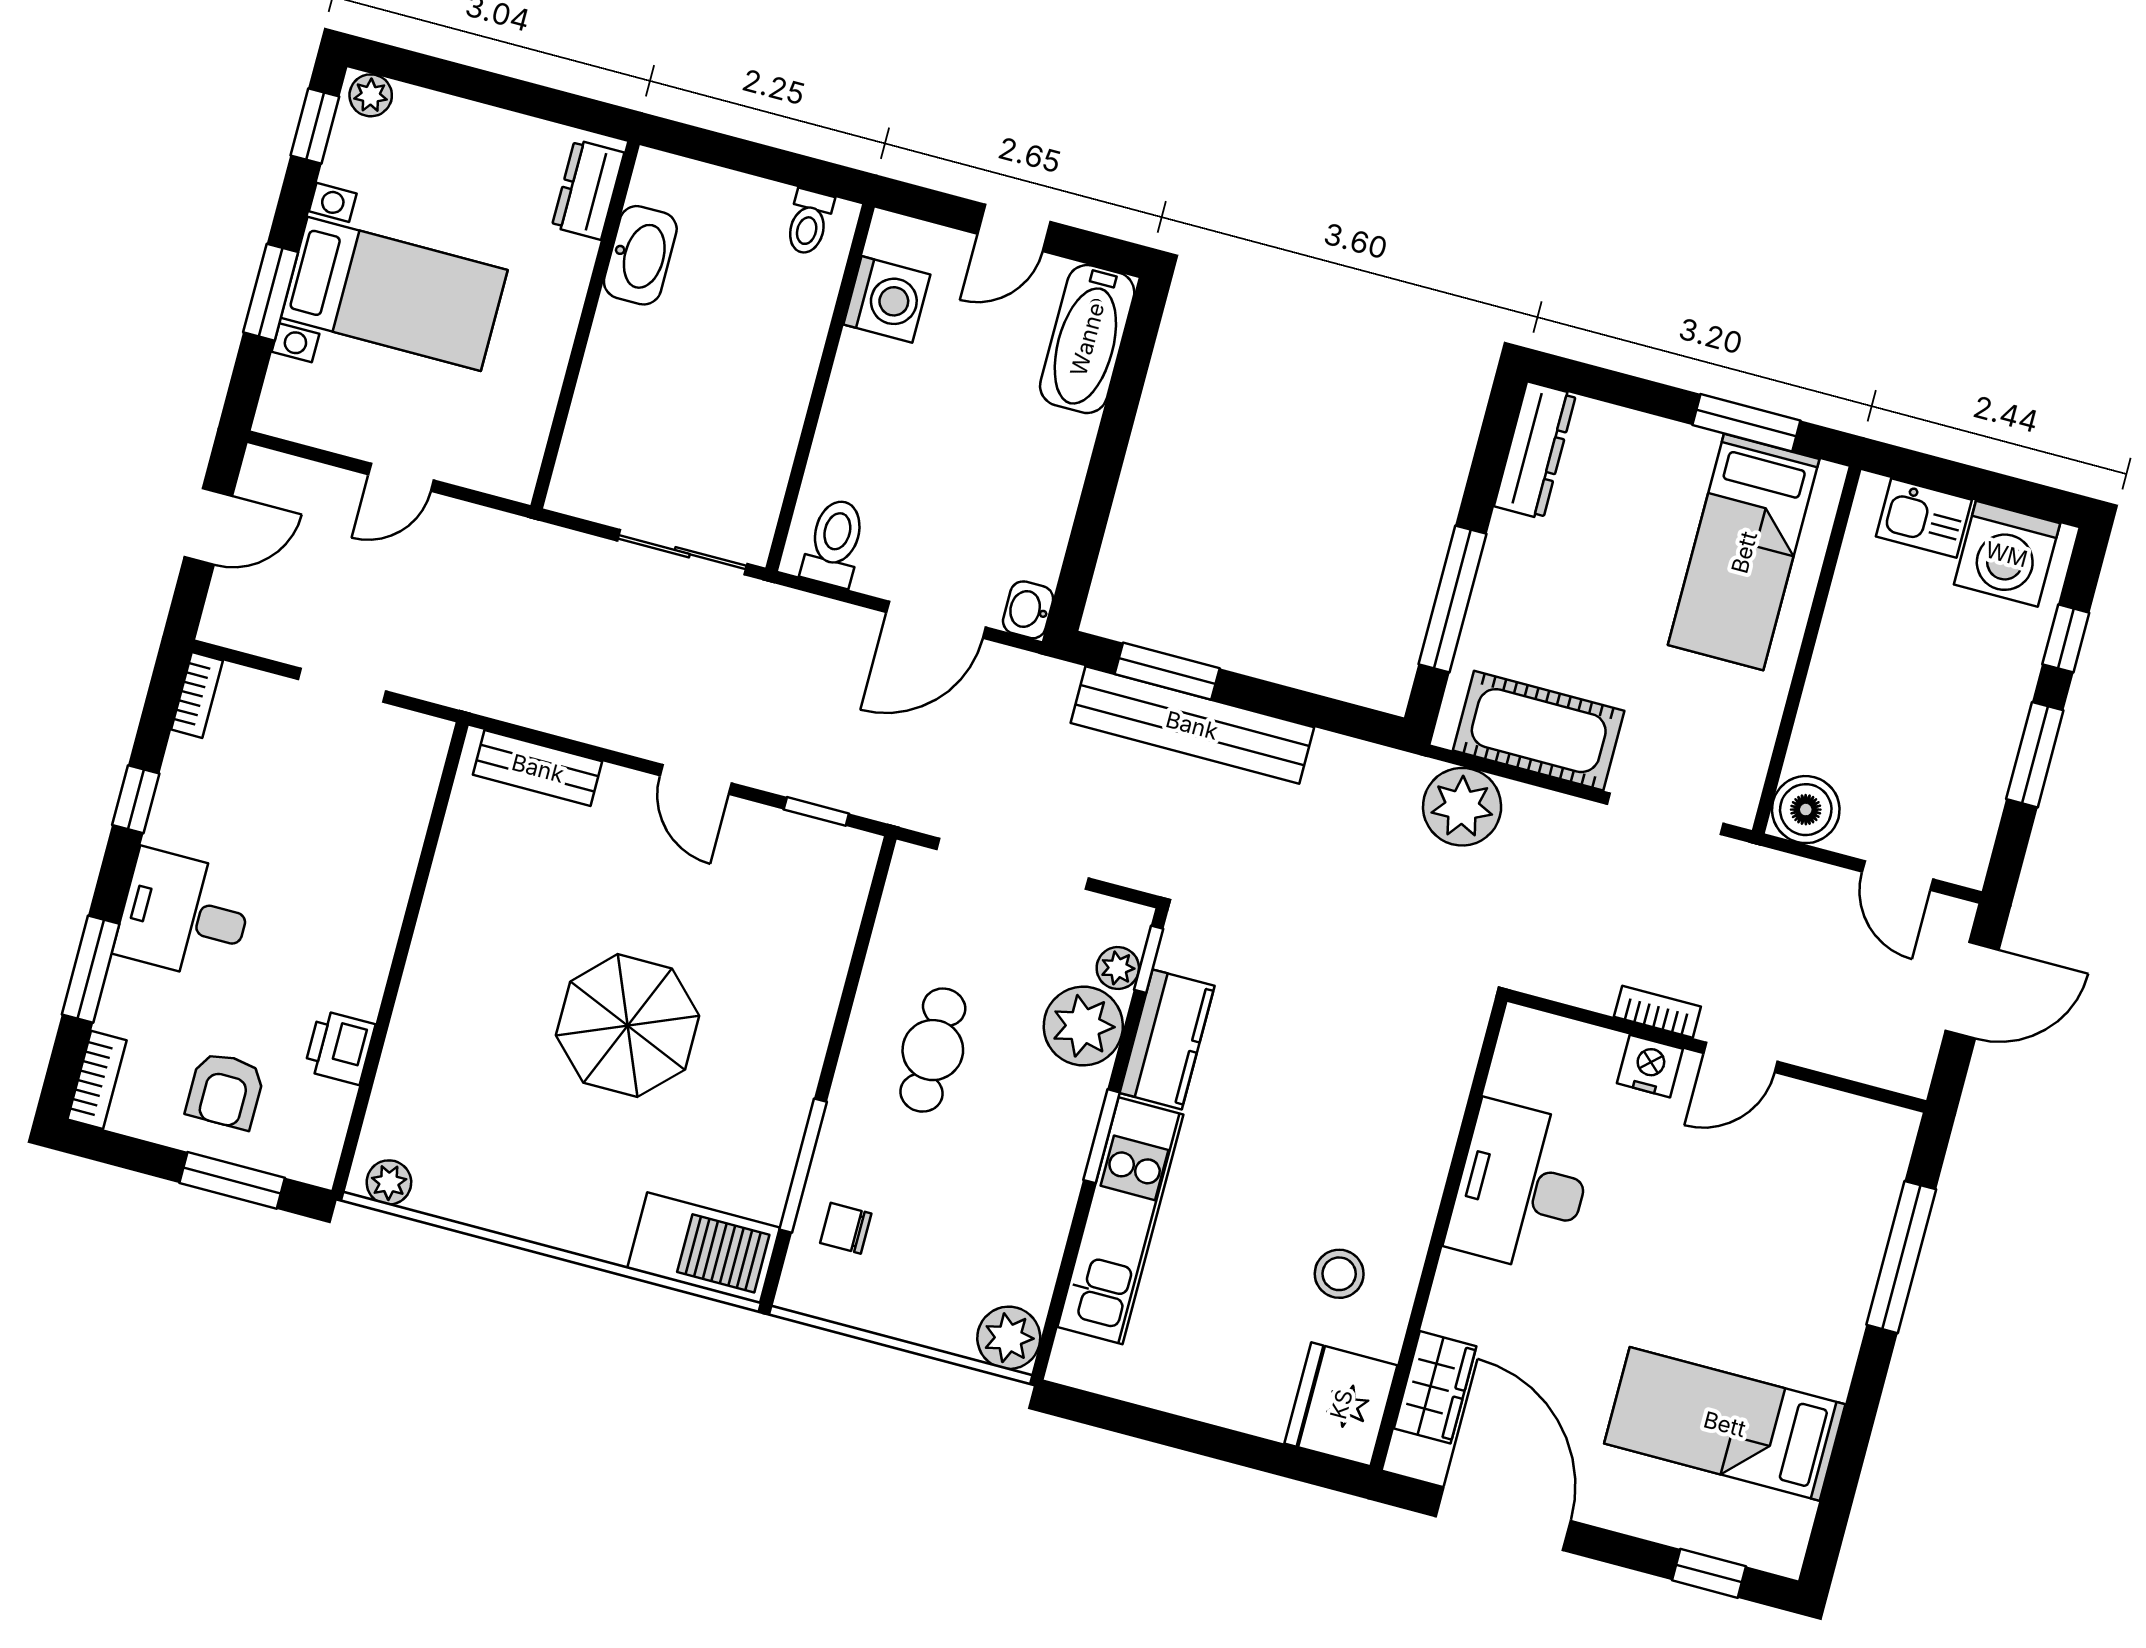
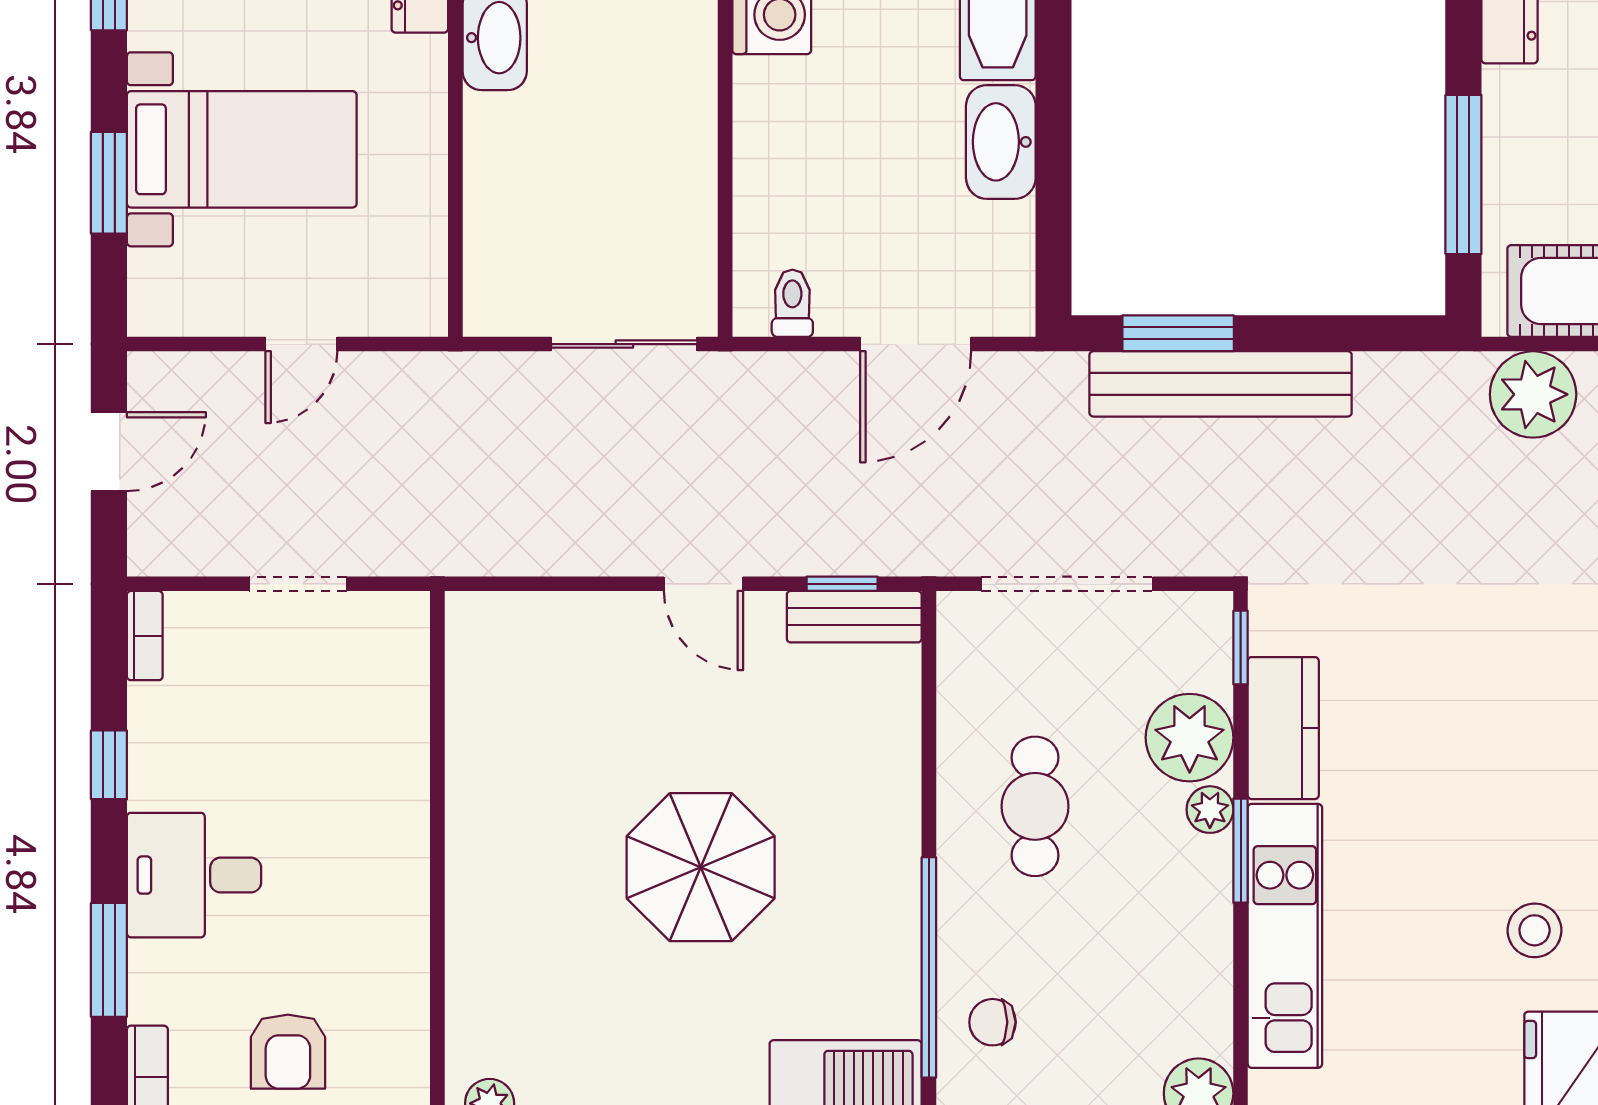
toilet: (834, 543) -> (792, 303), width x0.73, depth x0.72
washbasin: (1028, 610) -> (1001, 142), moved, width x1.91, depth x1.45
bench: (538, 768) -> (854, 617), moved
plant: (1118, 968) -> (1210, 810), moved
printer: (340, 1047) -> (398, 973), removed
window: (803, 1166) -> (929, 967), width x1.46

